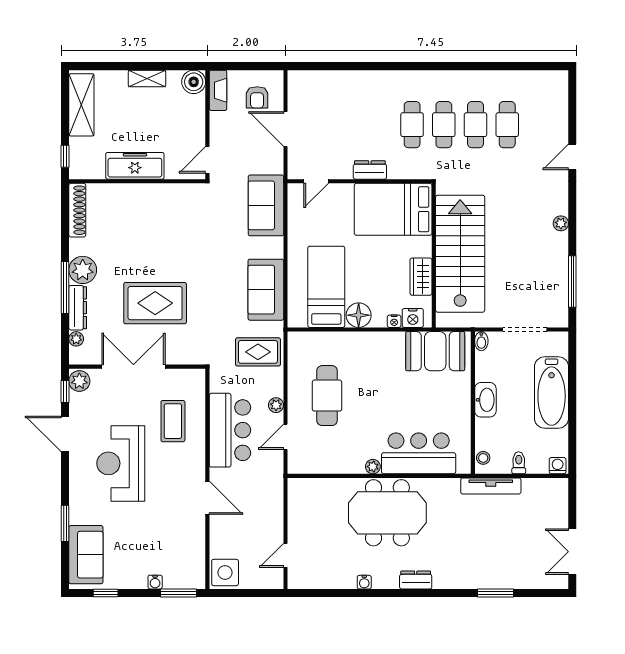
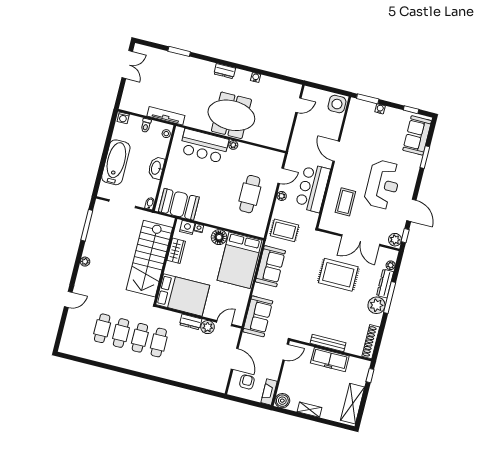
plant: (341, 168) -> (208, 327), added
bench: (144, 191) -> (328, 343), added
bed: (326, 287) -> (239, 260), width x1.50

